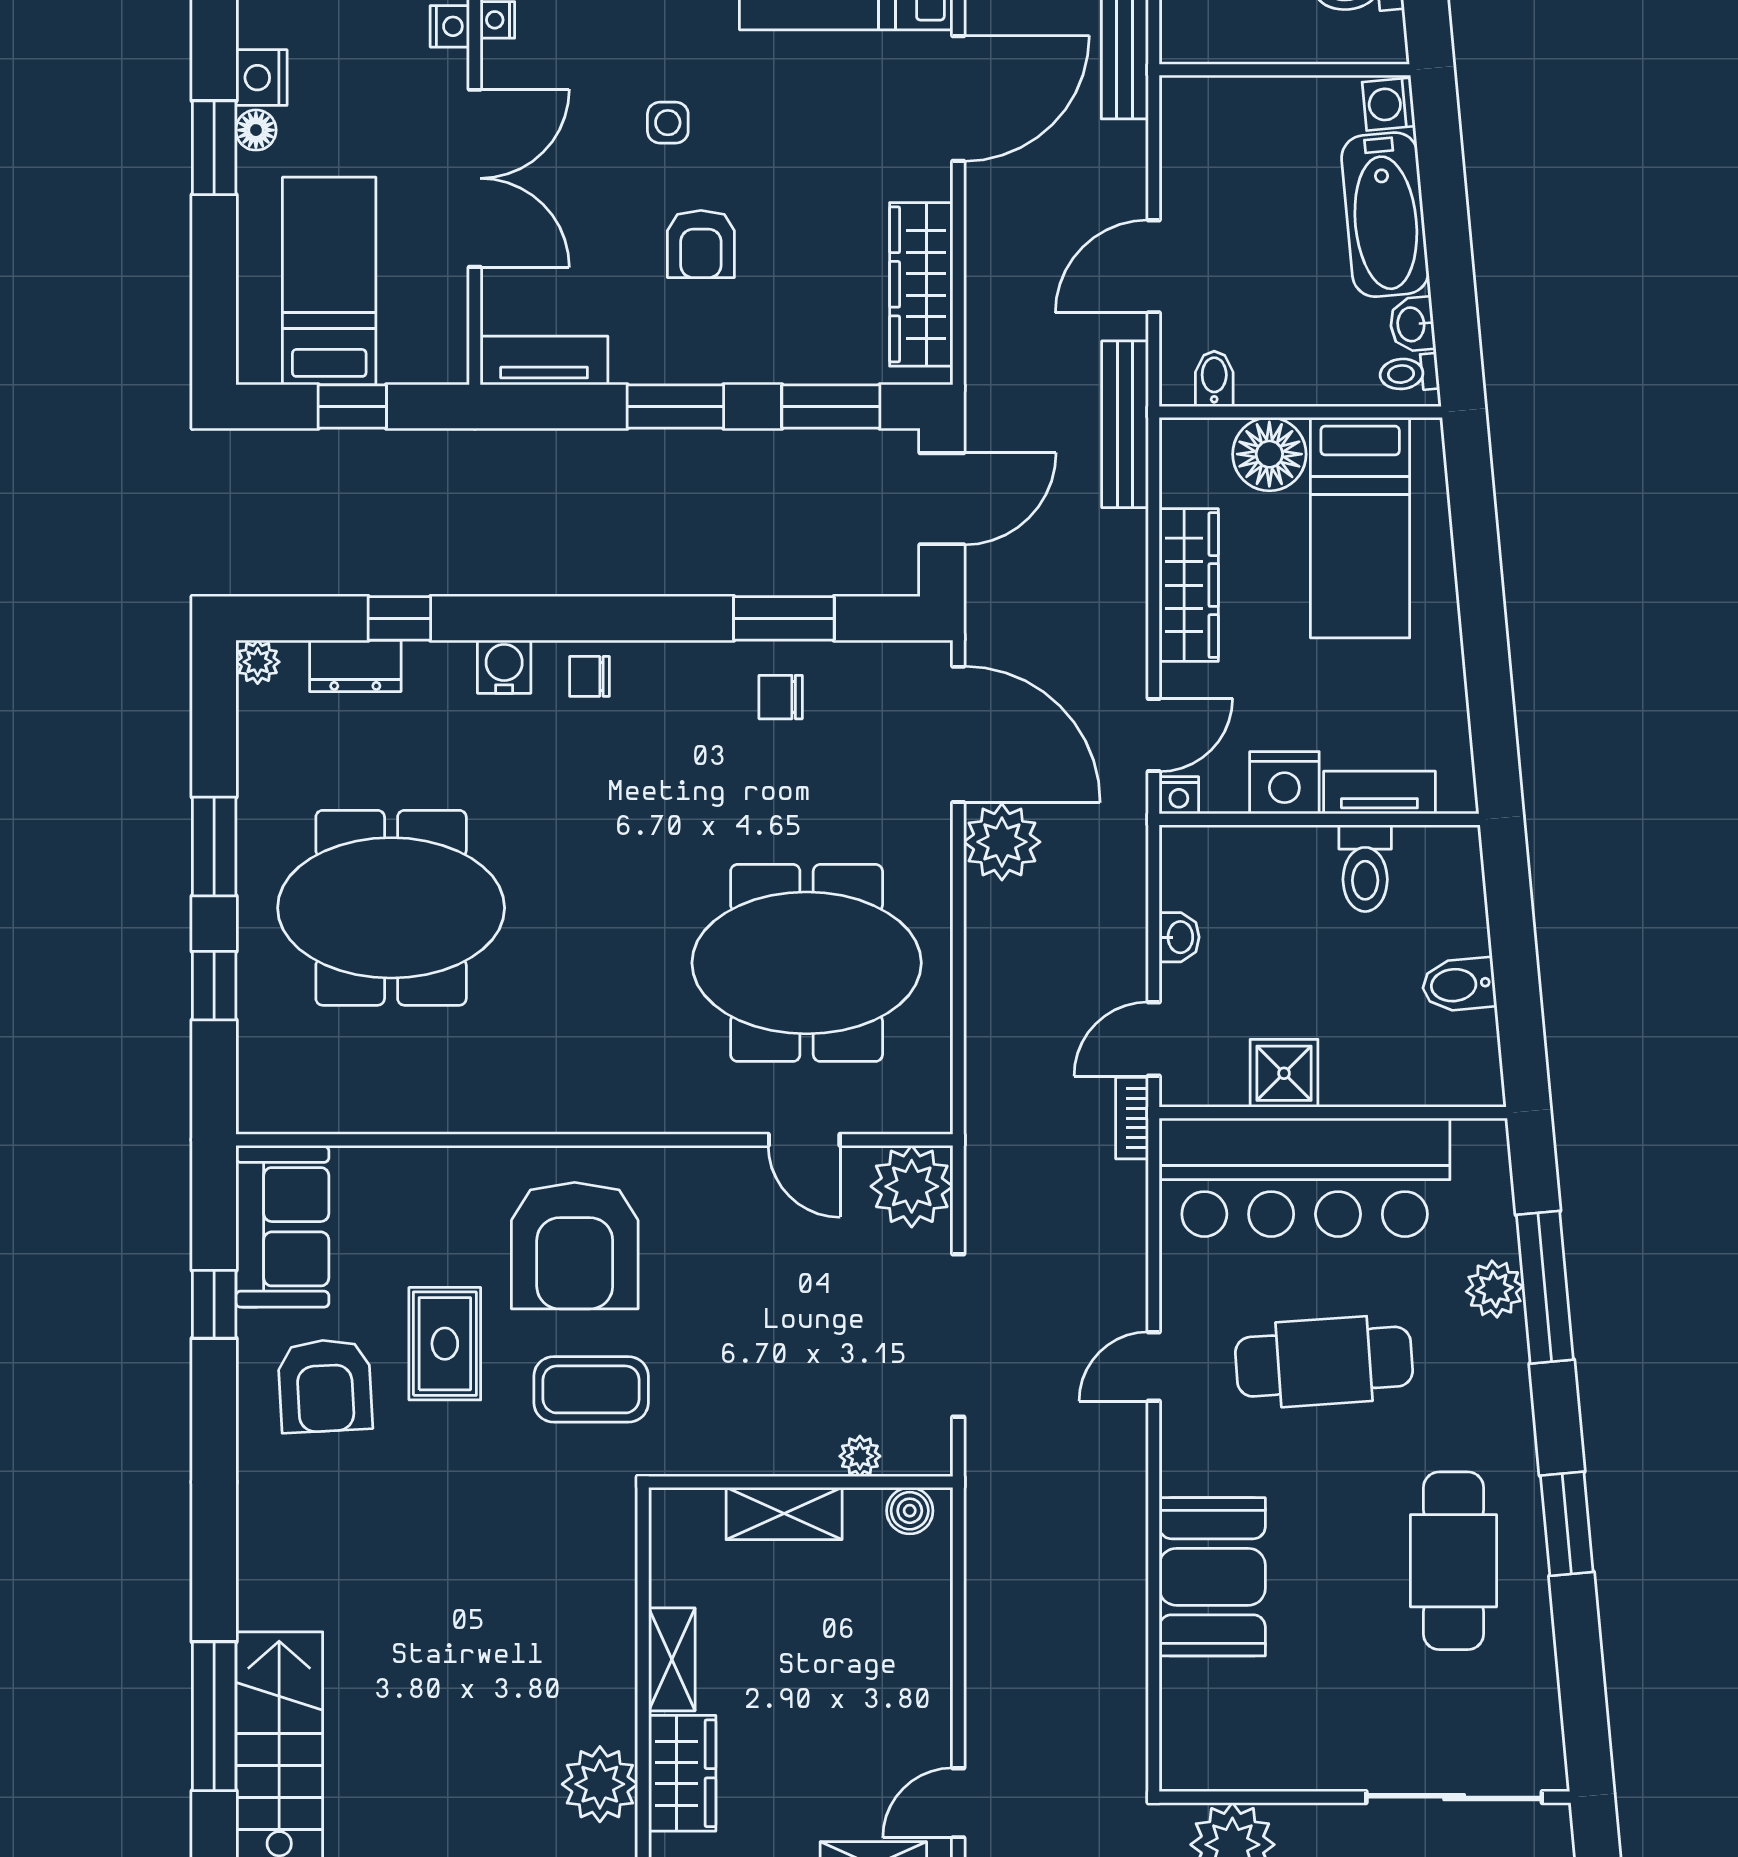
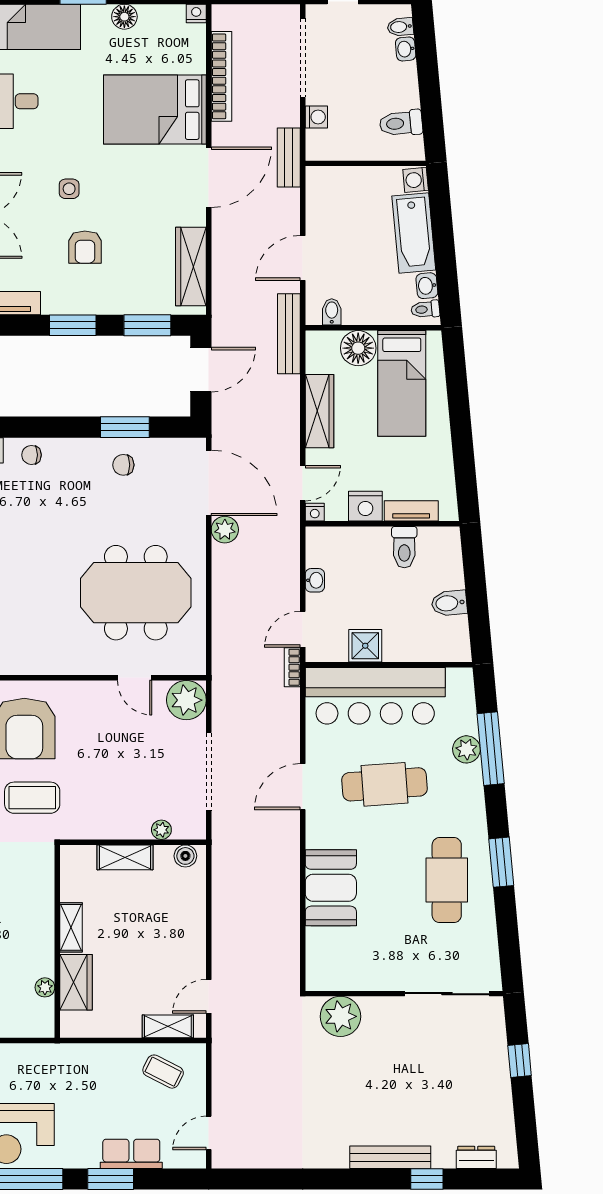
plant: (1002, 842) -> (225, 530), width x0.73, depth x0.73
door: (1154, 1366) -> (303, 787), width x1.38
plant: (600, 1784) -> (45, 987), width x0.53, depth x0.53

